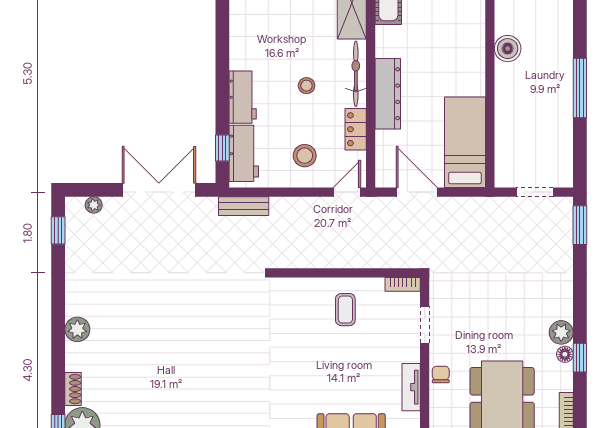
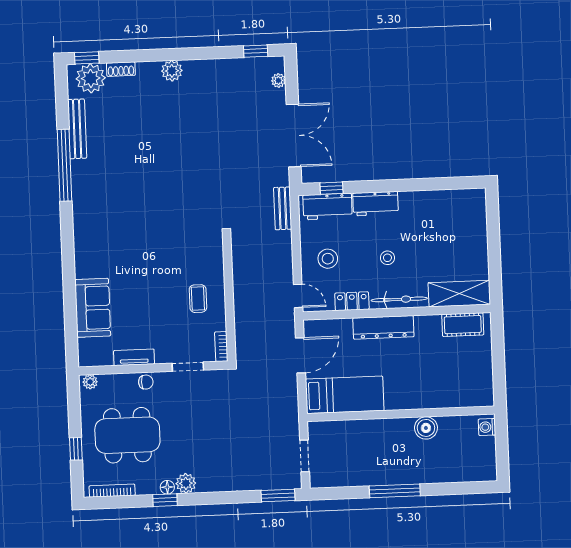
coffee table: (345, 310) -> (198, 299), turned 90

